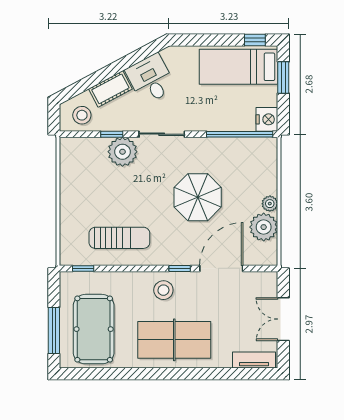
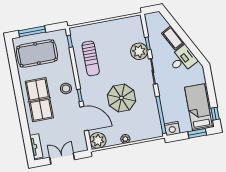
stool: (82, 115) -> (155, 25), removed
plant: (264, 227) -> (98, 140), moved

